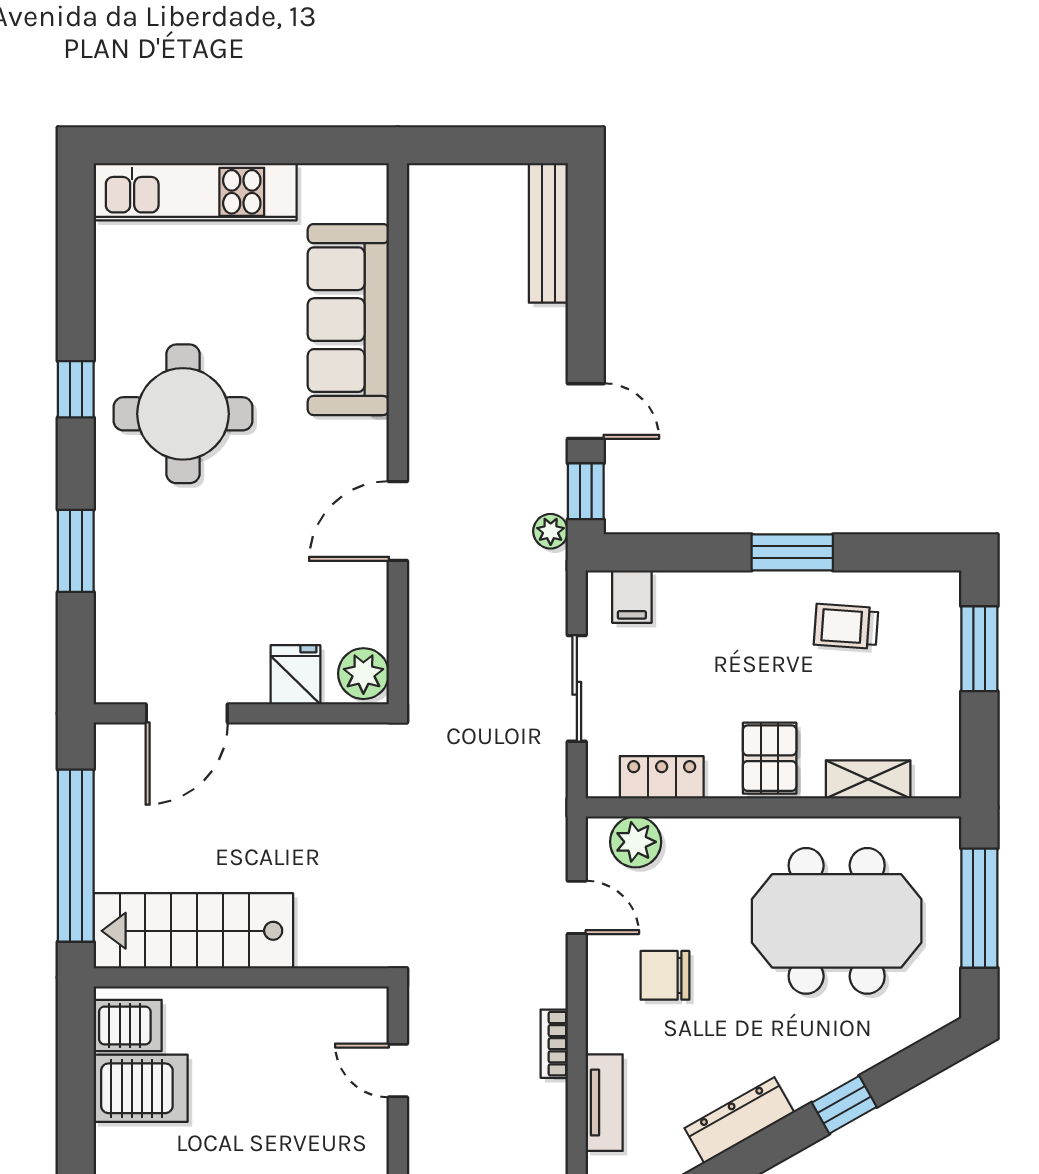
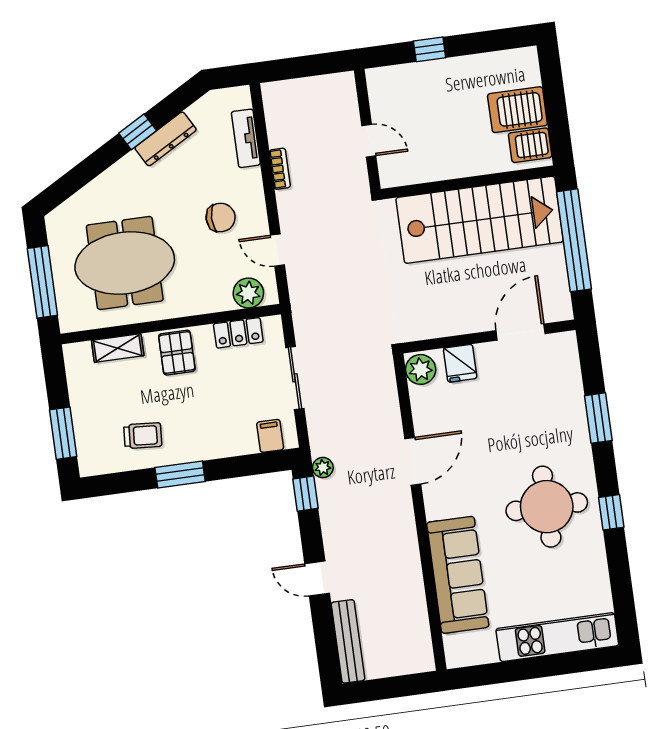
door: (586, 411) -> (317, 579), moved
stairs: (193, 931) -> (480, 220), width x1.36, depth x1.51
window: (844, 1105) -> (138, 132), moved

